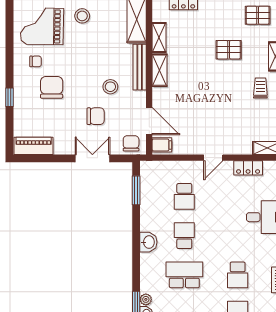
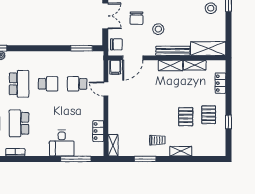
pallet: (258, 15) -> (209, 115), moved
door: (213, 158) -> (106, 89), moved
washbasin: (148, 242) -> (43, 57), removed
school desk: (238, 275) -> (19, 123), width x1.85

